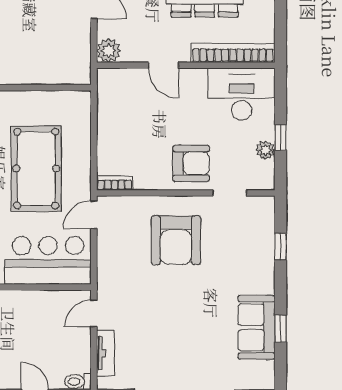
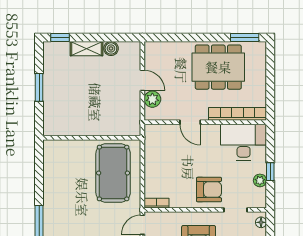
plant: (109, 51) -> (152, 99), moved
pool table: (36, 169) -> (113, 173), moved
floor lamp: (267, 211) -> (261, 222), added

